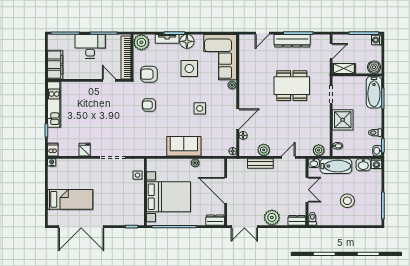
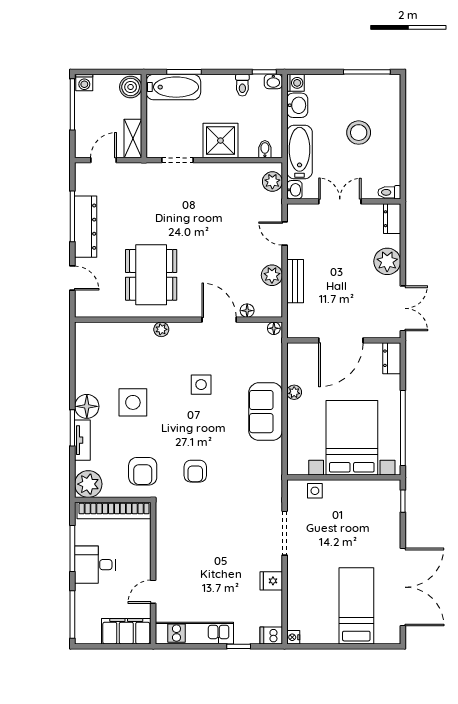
desk: (90, 46) -> (95, 565), width x0.73
door: (331, 51) -> (103, 160), hinge flipped
corner sofa: (220, 57) -> (114, 350), removed
door: (109, 80) -> (153, 592), moved
dining table: (292, 86) -> (151, 275), moved

